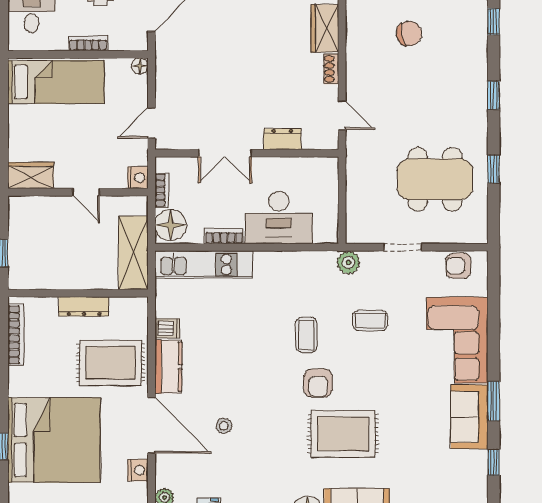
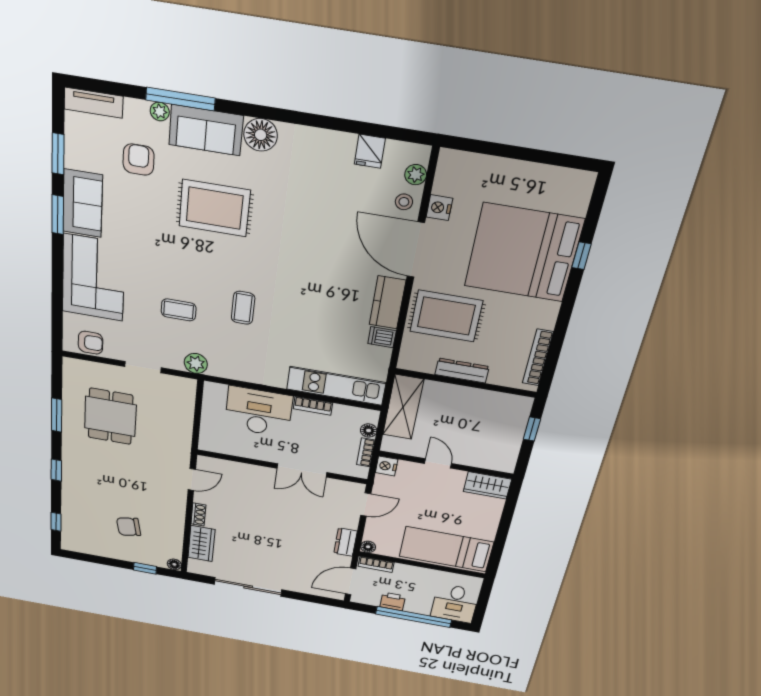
bookcase: (88, 43) -> (376, 564), moved
door: (342, 115) -> (192, 480), swing flipped
dresser: (282, 139) -> (345, 542), moved, turned 90
double door: (225, 153) -> (302, 470), swing flipped
window: (494, 169) -> (57, 415), width x1.50
dining table: (435, 179) -> (110, 416), width x0.73
floor lamp: (171, 225) -> (369, 430), width x0.53, depth x0.53
armchair: (318, 383) -> (139, 160), moved
stool: (224, 426) -> (404, 202), moved
window: (494, 462) -> (58, 154), width x1.50

